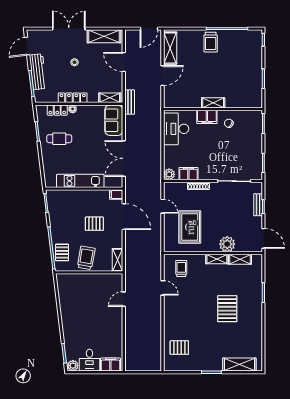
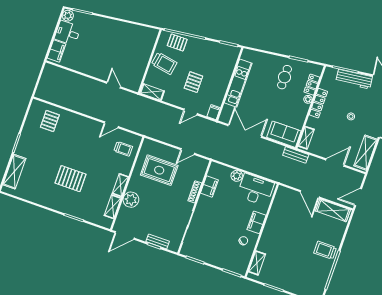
door: (149, 29) -> (358, 197), hinge flipped
shelving: (213, 103) -> (257, 263), moved
plant: (169, 174) -> (237, 176), moved
door: (124, 217) -> (191, 112), width x0.53

